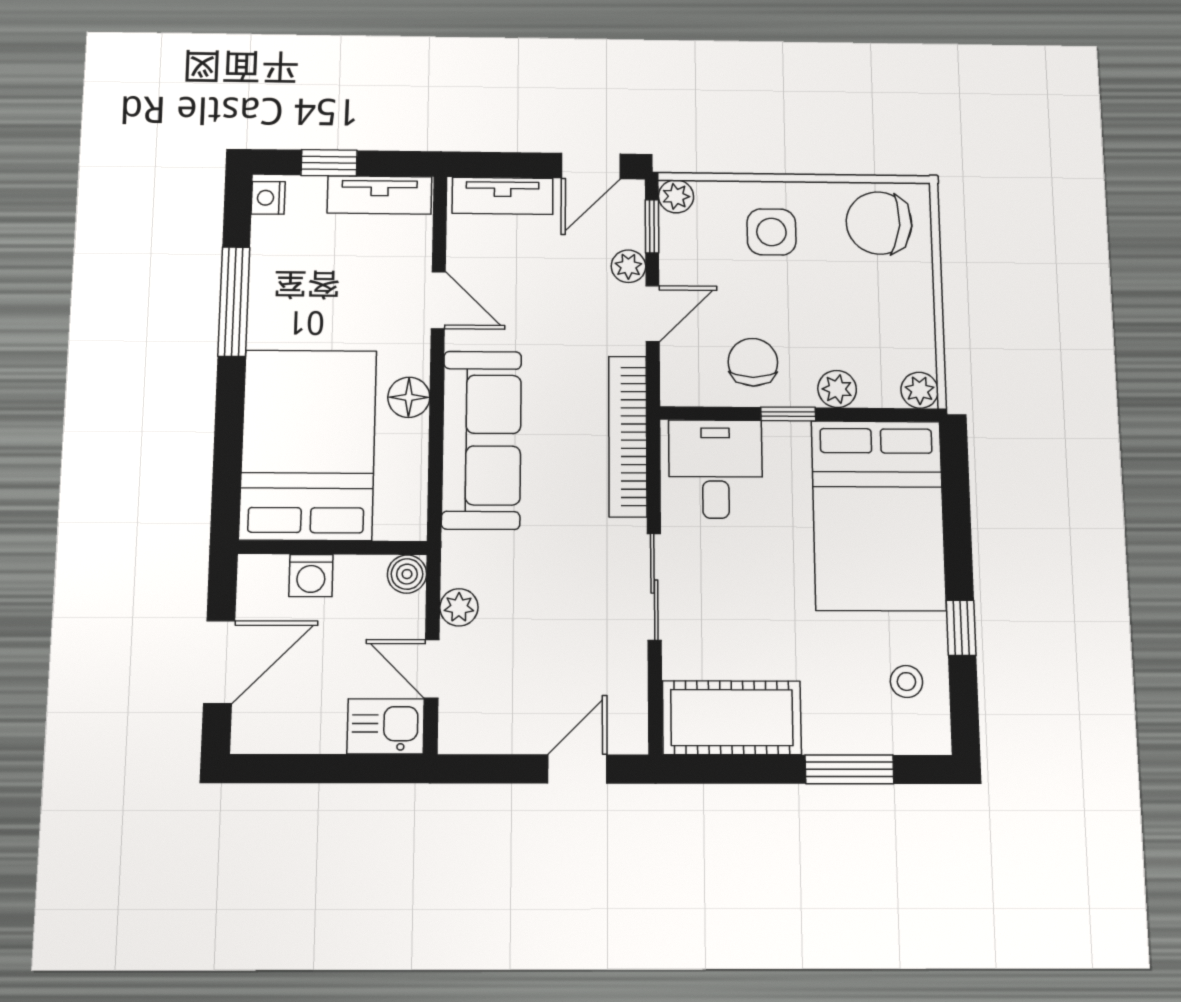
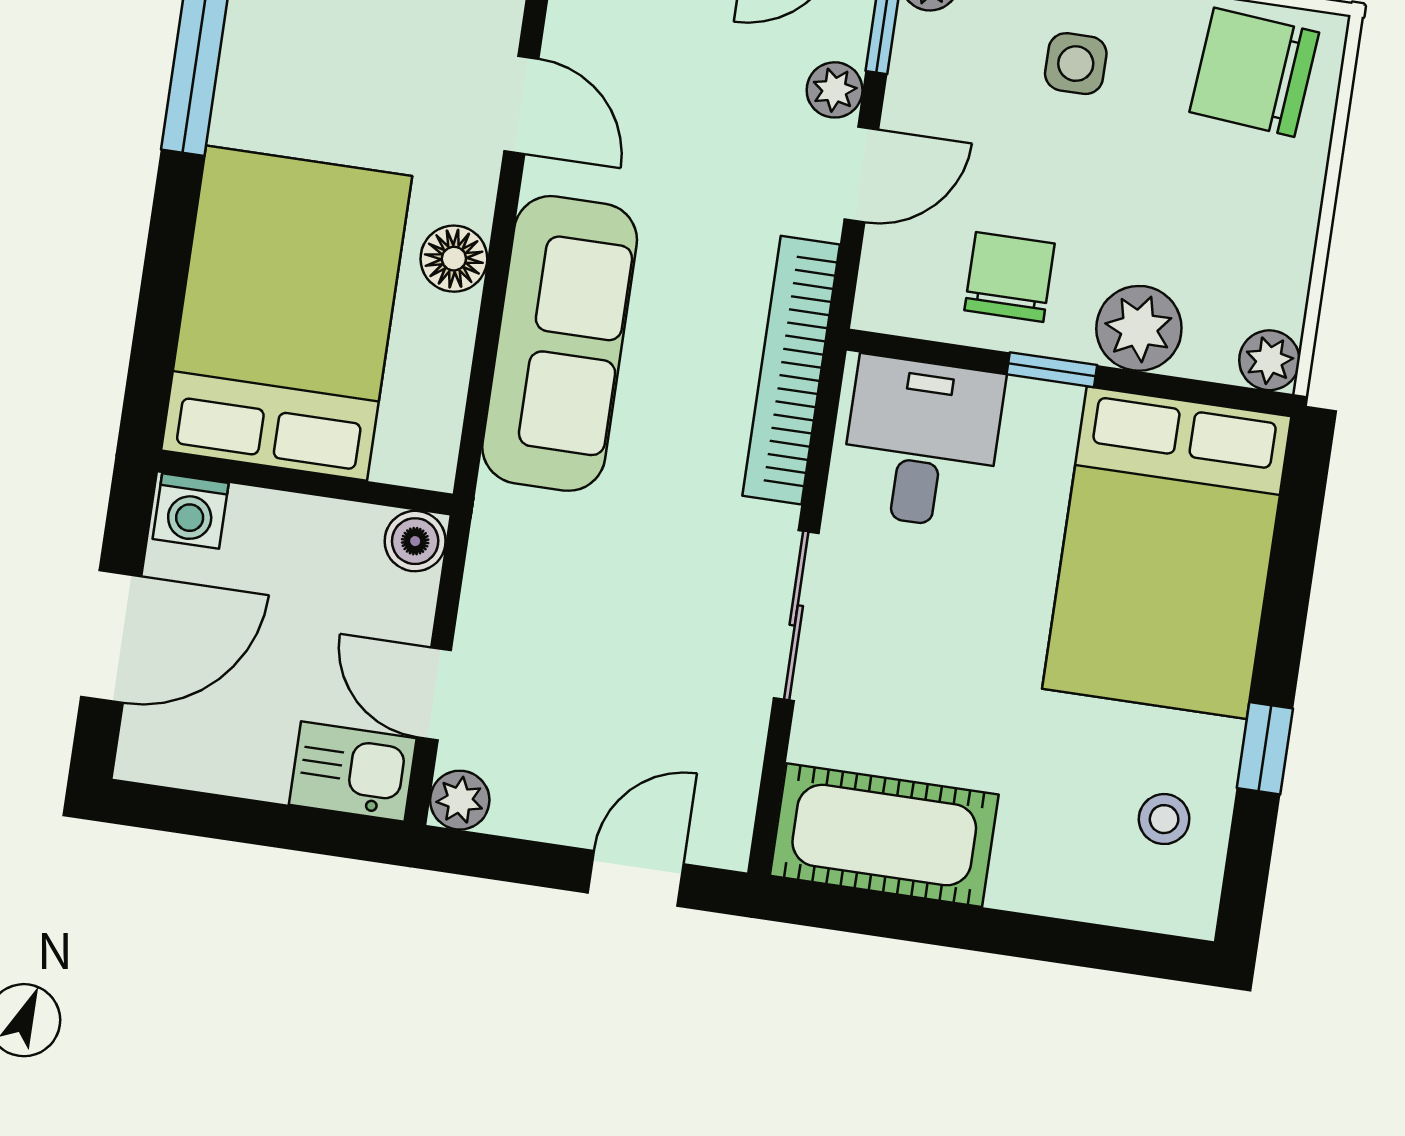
side table: (771, 232) -> (1076, 64), width x0.73, depth x0.73
plant: (837, 389) -> (1139, 328), width x1.38, depth x1.38
washing machine: (311, 576) -> (191, 511), moved
plant: (459, 607) -> (460, 800), moved
window: (849, 769) -> (1052, 940), removed

